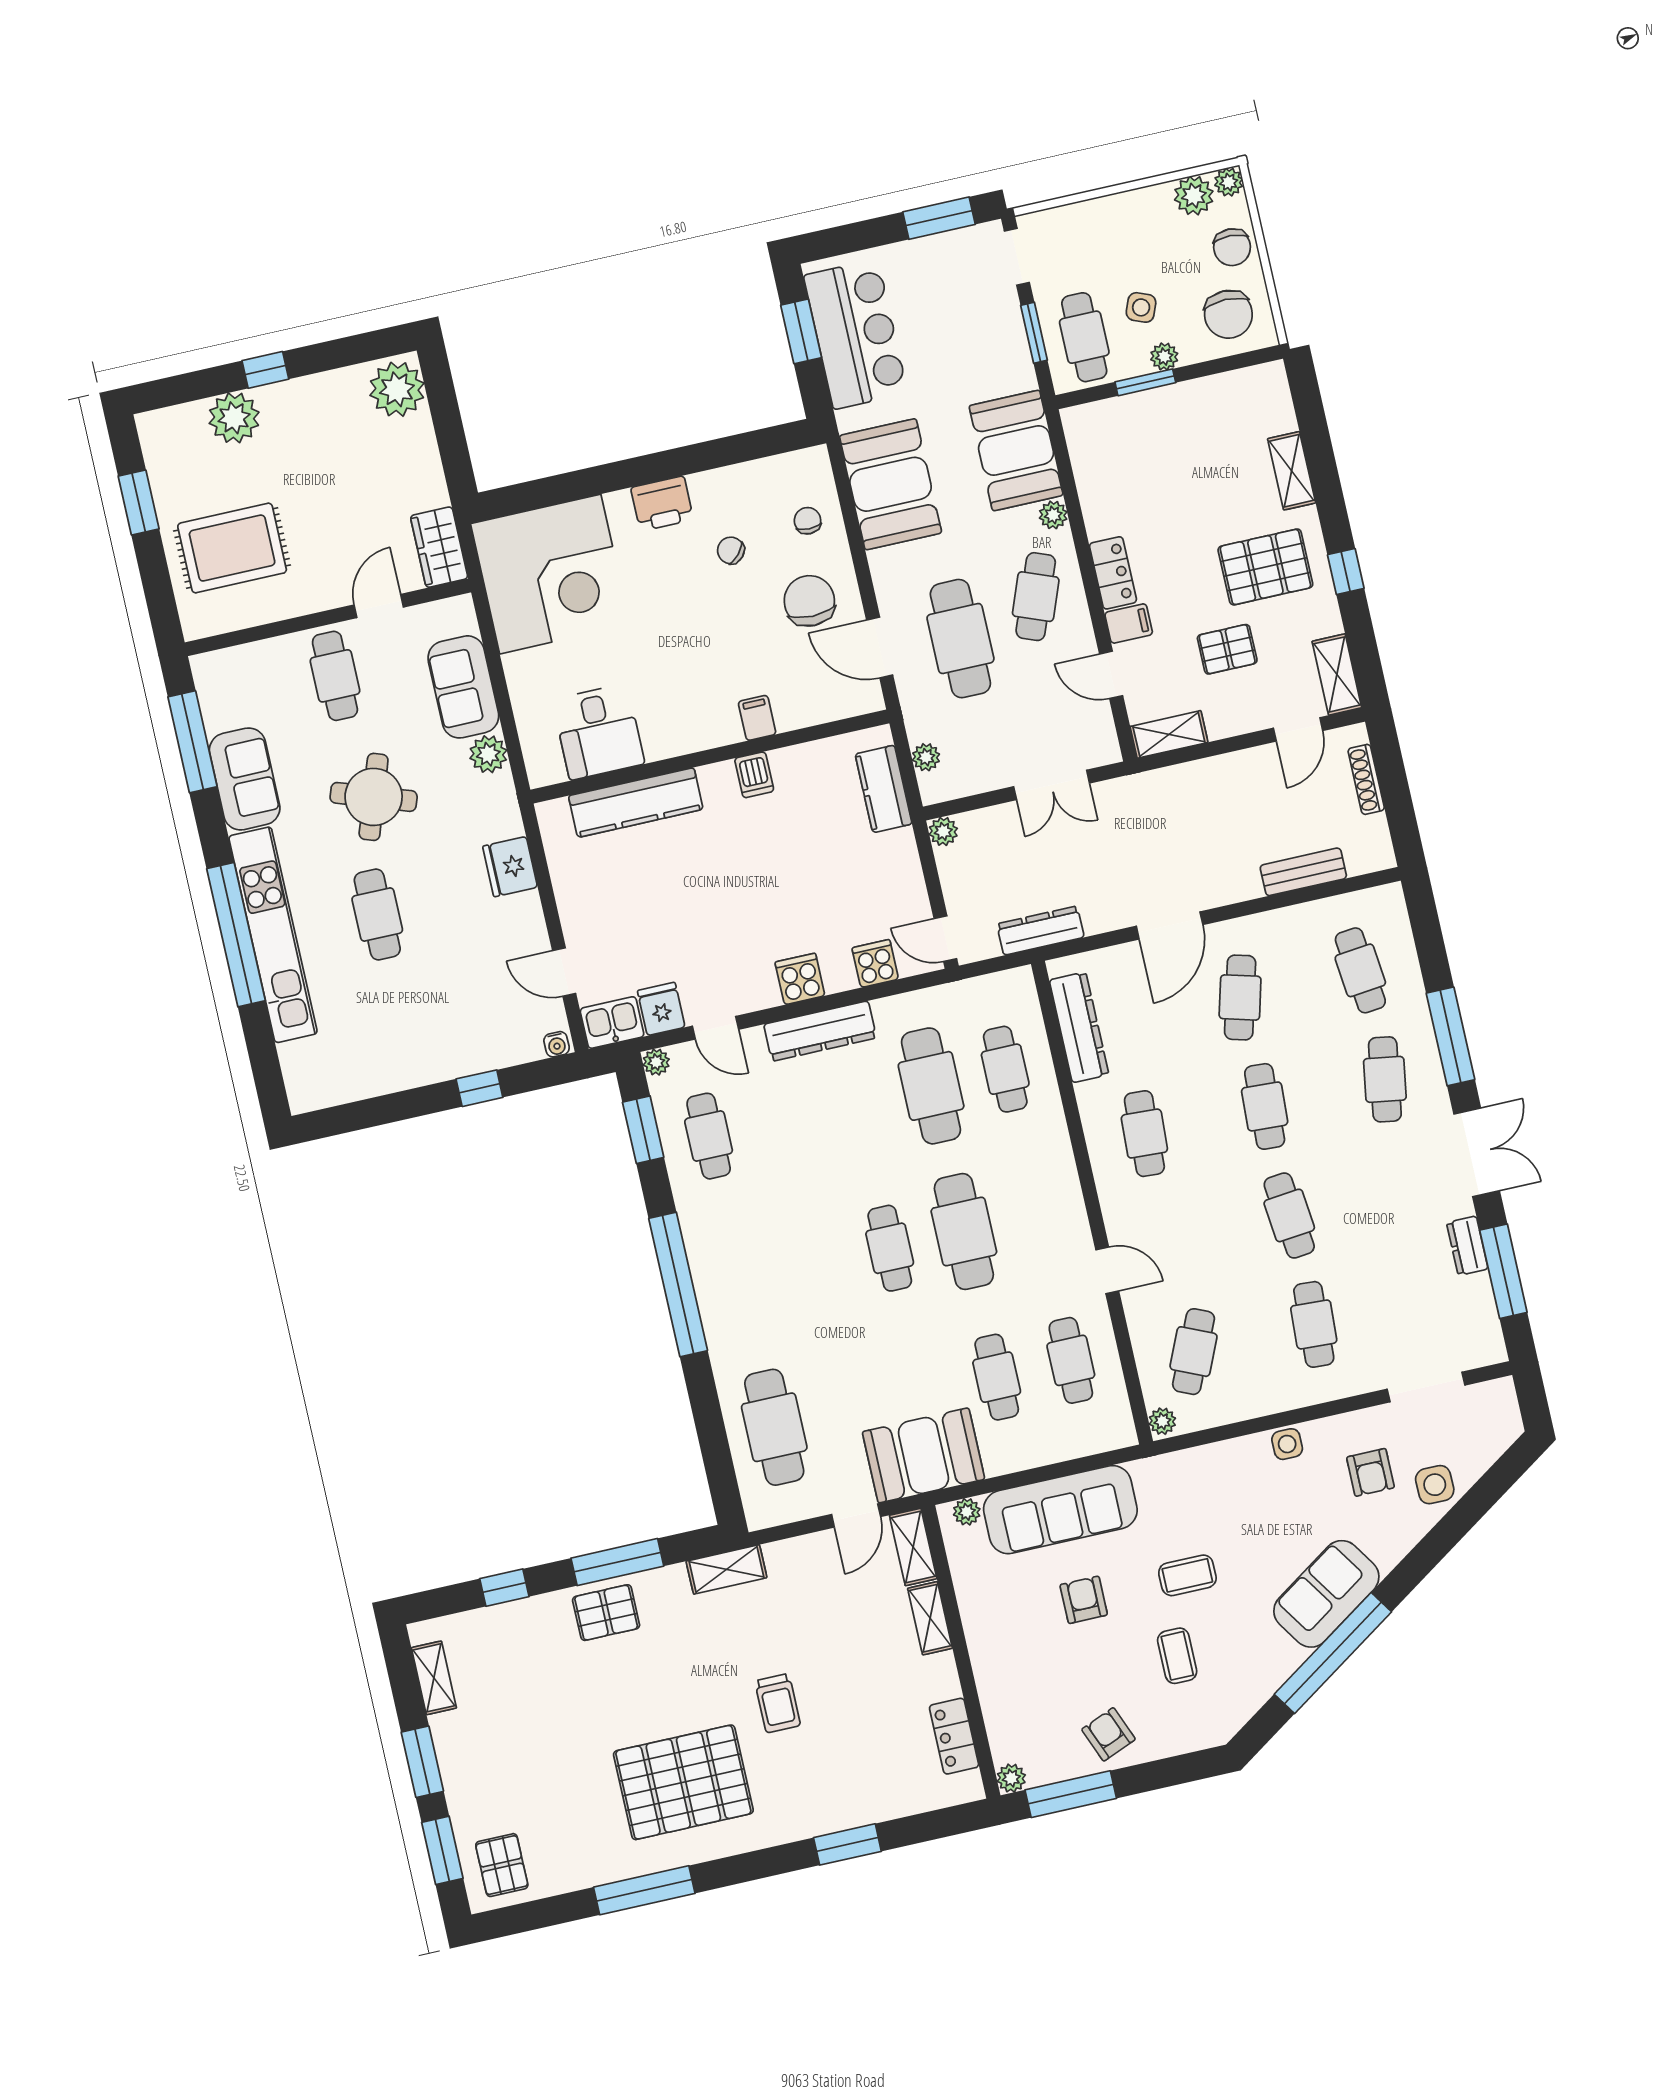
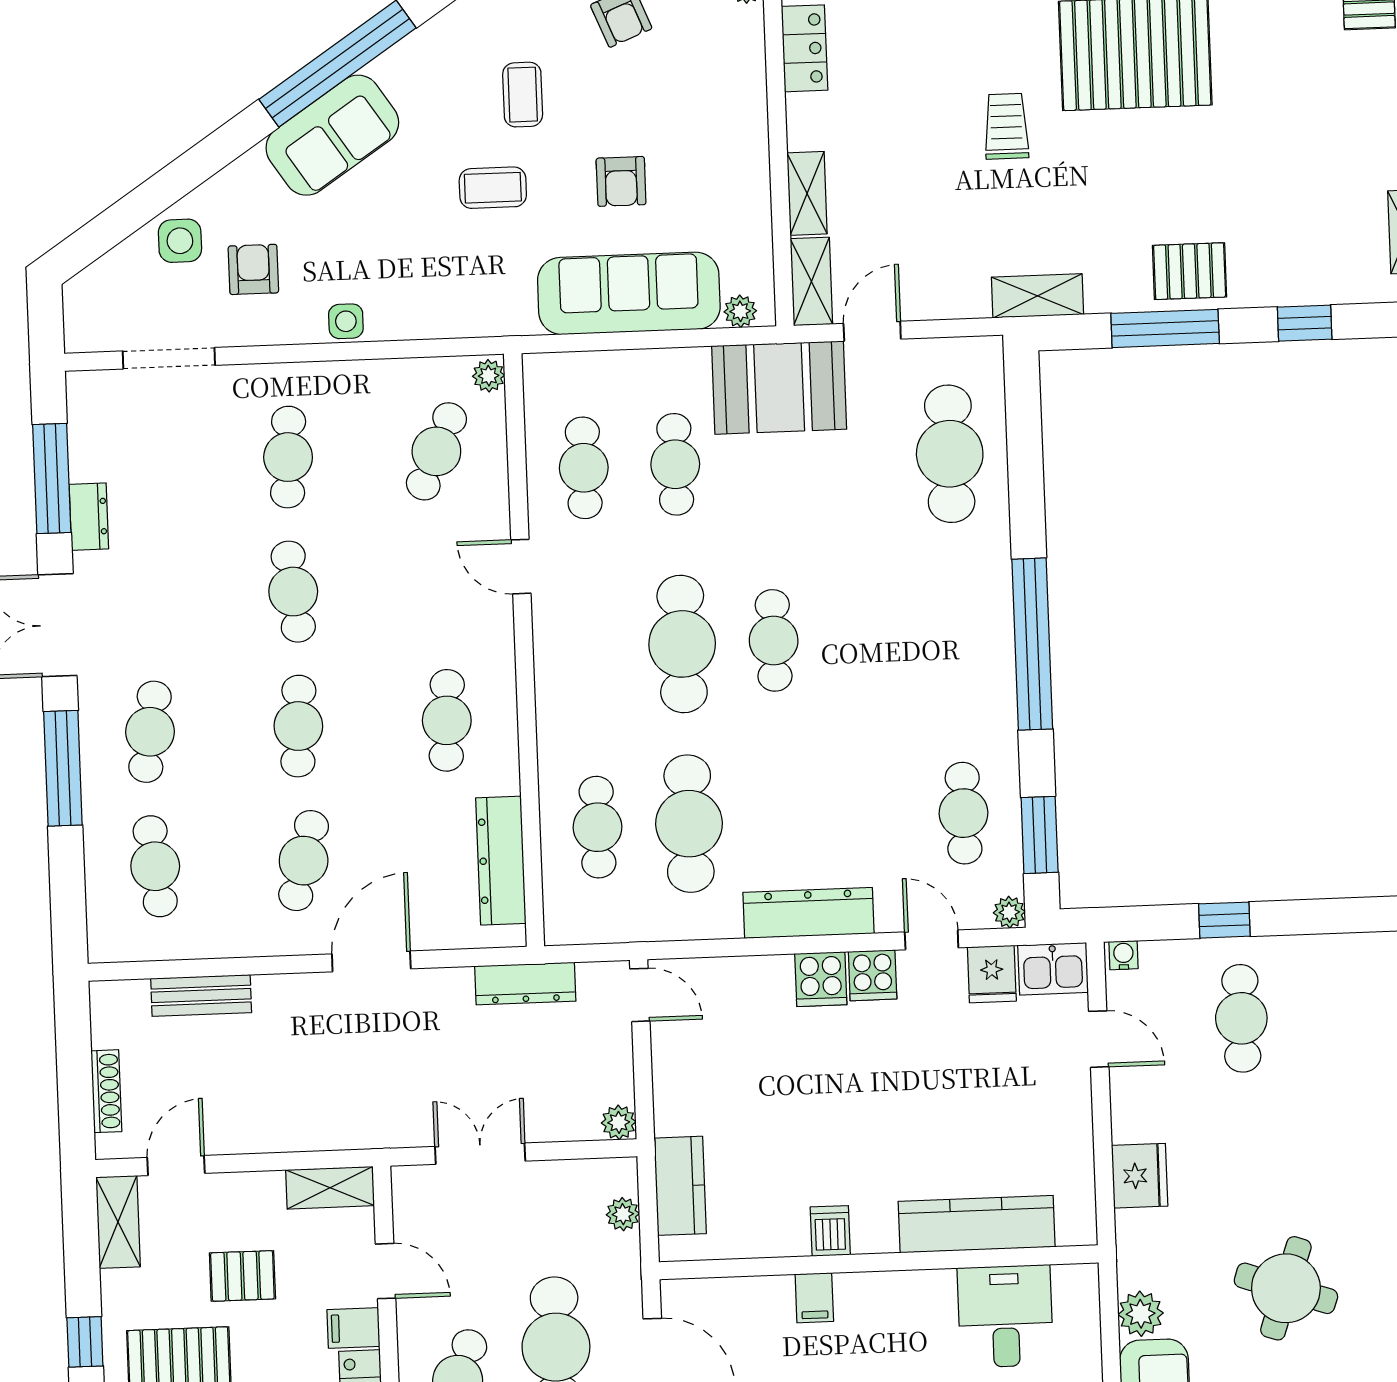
cafe table: (377, 915) -> (1241, 1018), moved
cooker: (875, 964) -> (873, 975), moved

